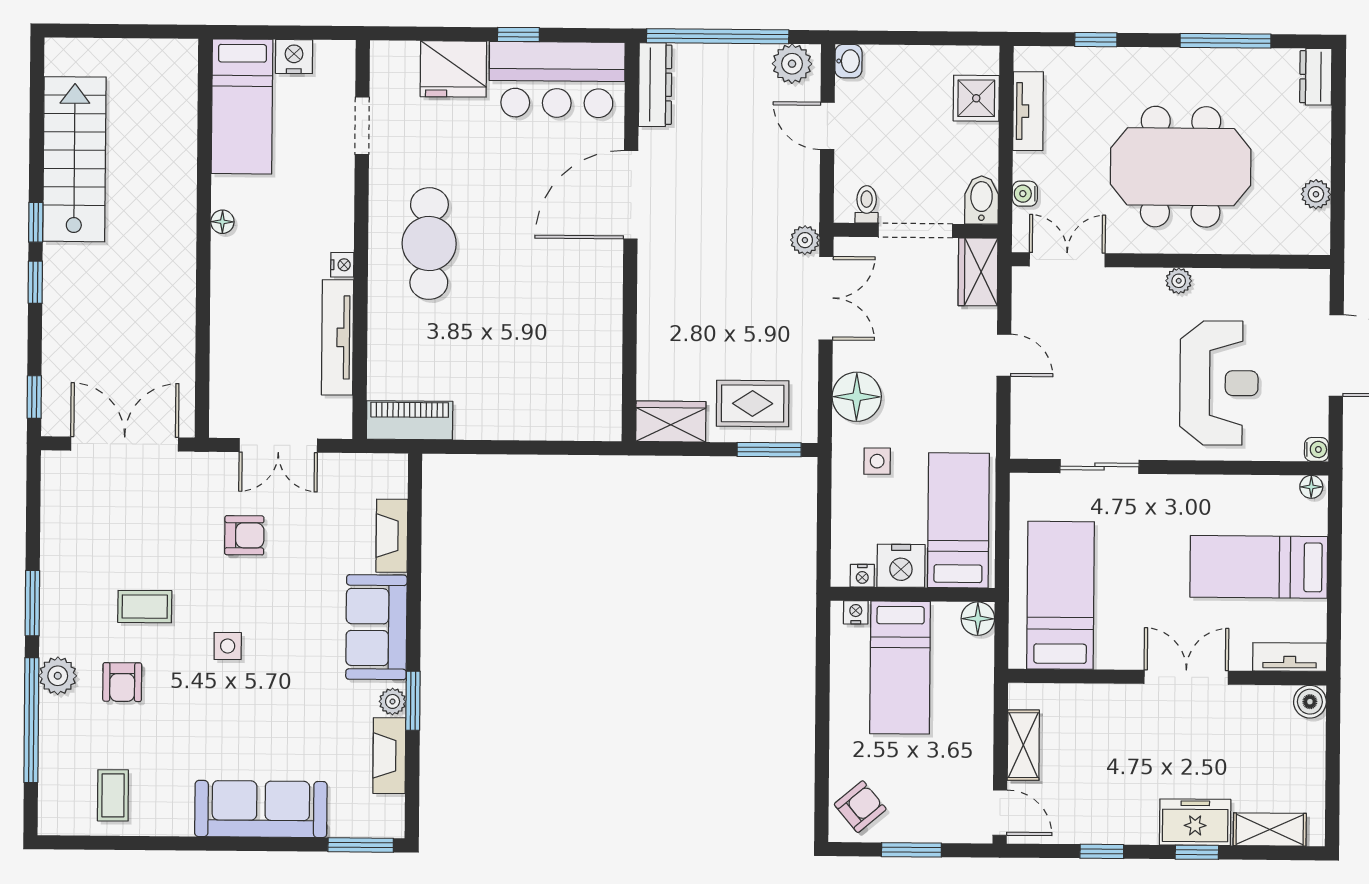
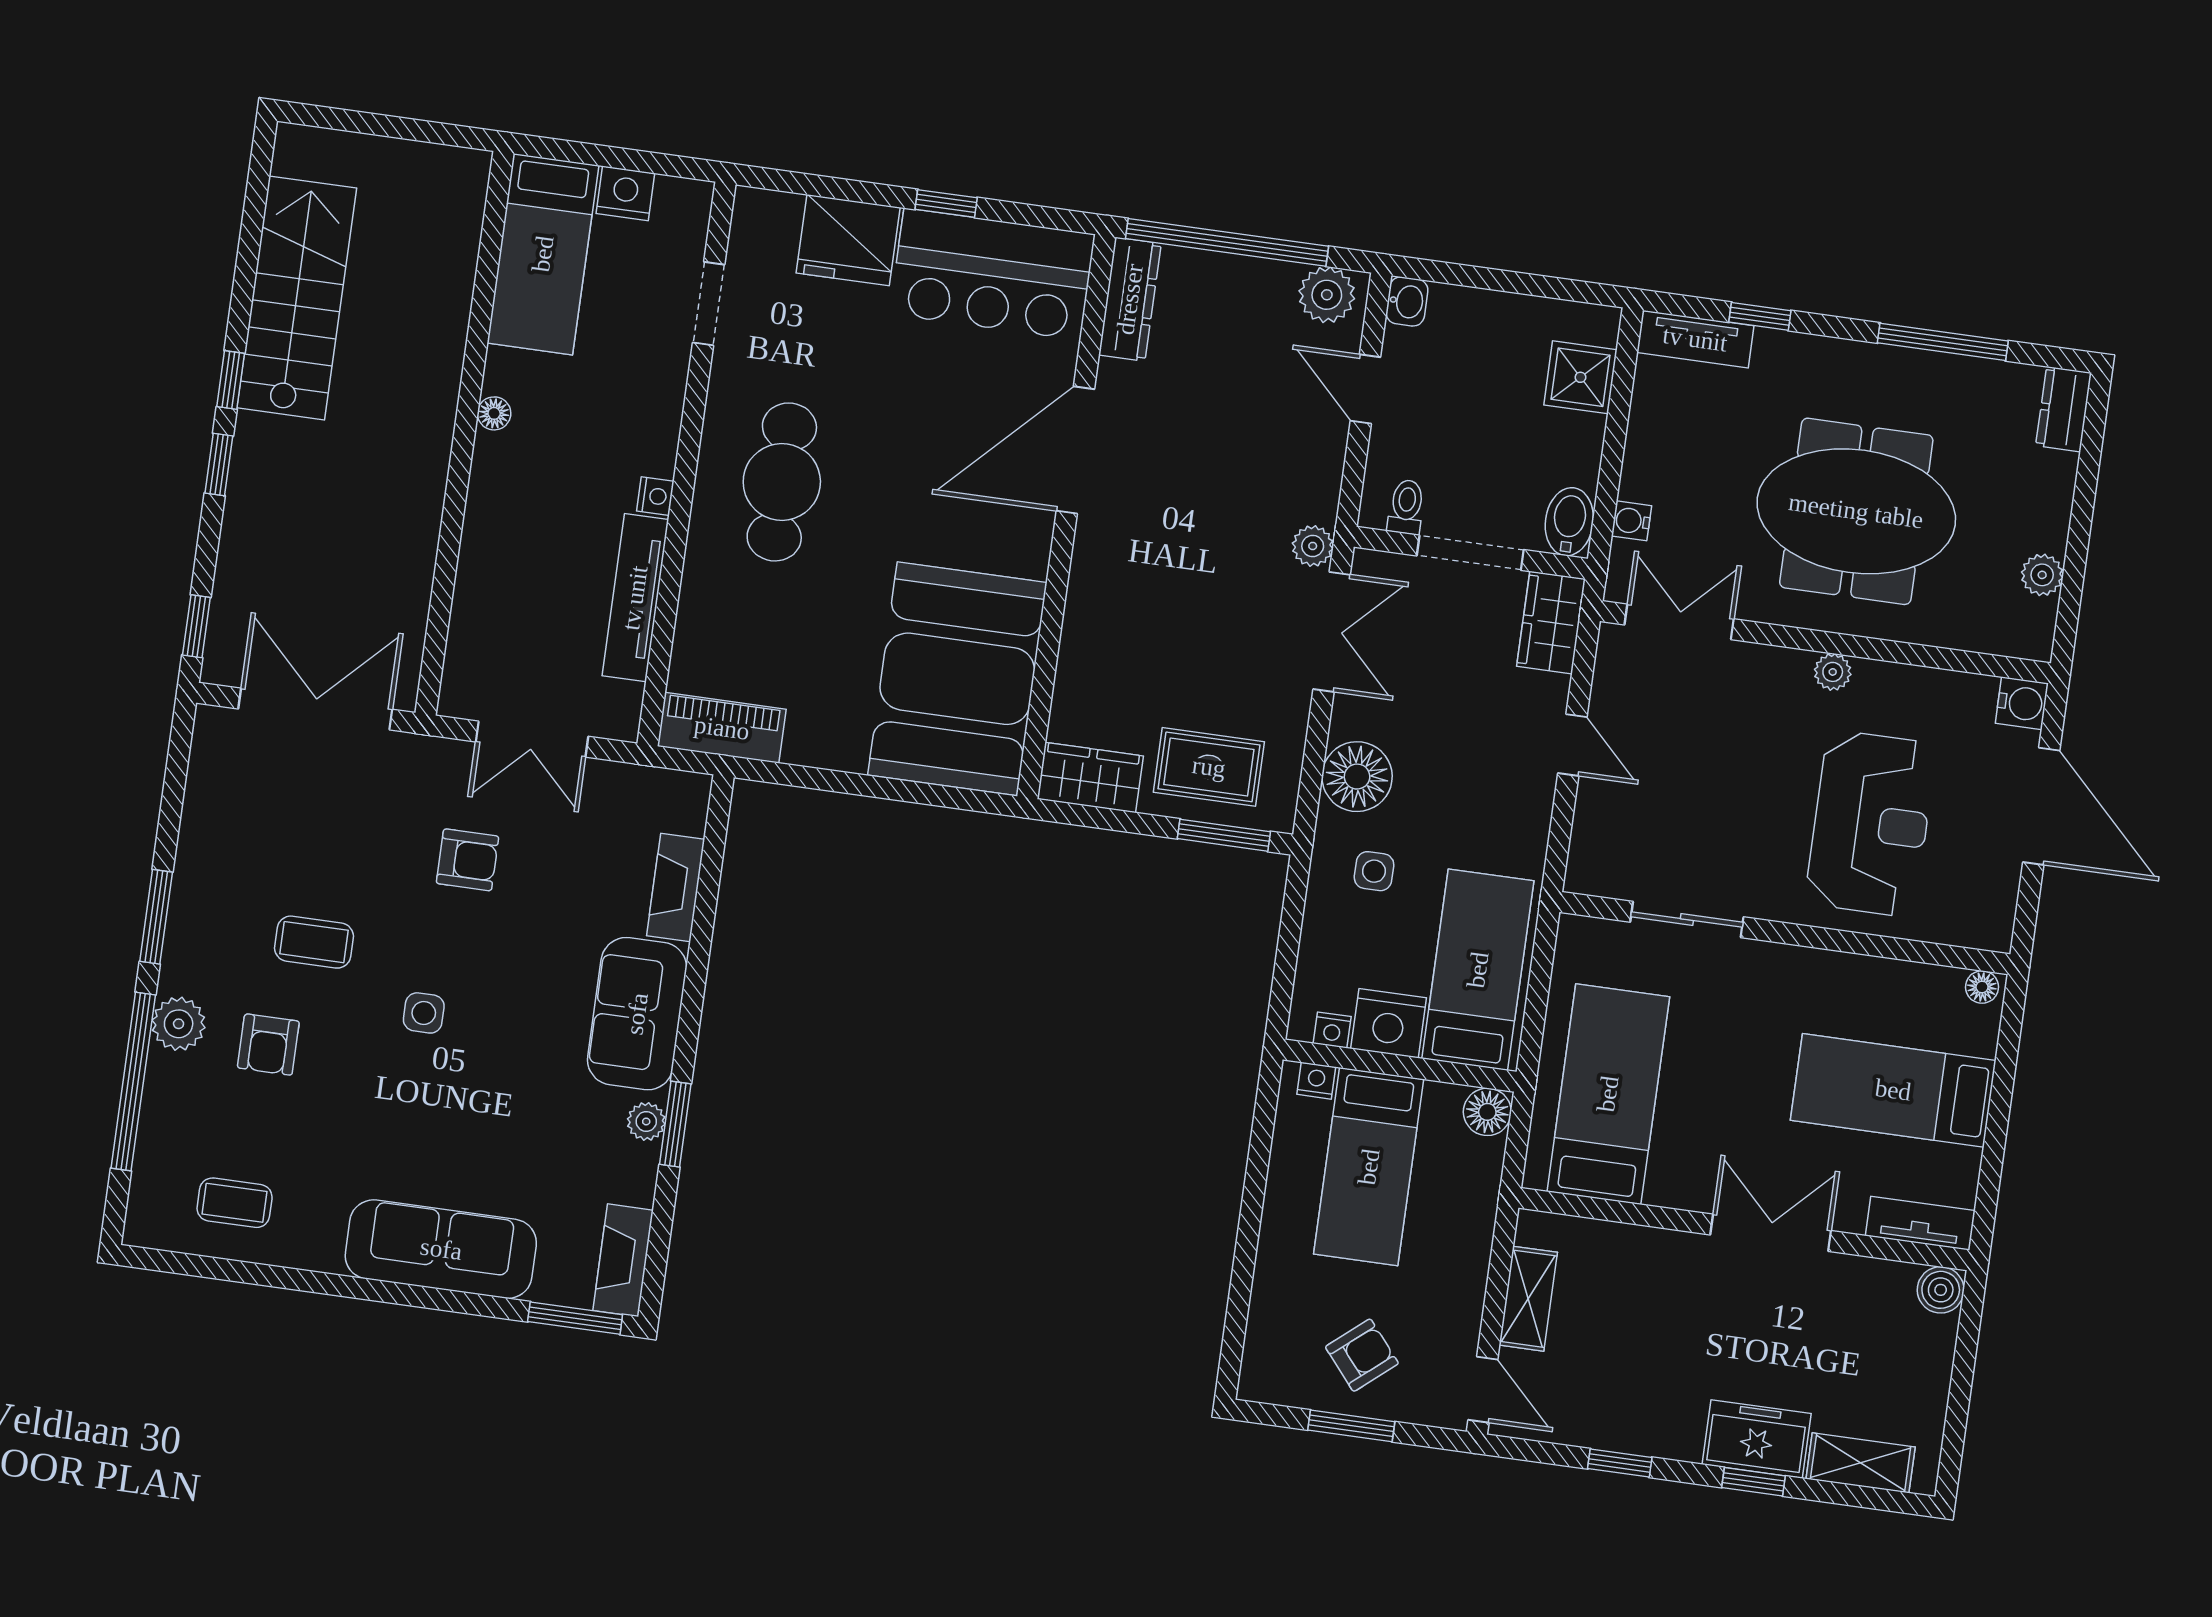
tv unit: (1028, 111) -> (1695, 339), moved, turned 90
booth: (569, 365) -> (957, 679), added
water cooler: (1316, 449) -> (2022, 703), moved, width x1.38, depth x1.38
fireplace: (389, 756) -> (623, 1260), moved
coffee table: (113, 795) -> (235, 1203), turned 90
armchair: (860, 807) -> (1362, 1355), moved

